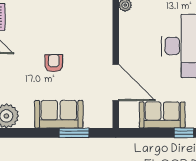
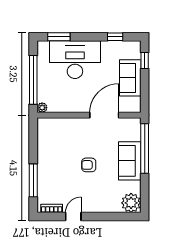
window: (74, 133) -> (145, 149), width x2.11

